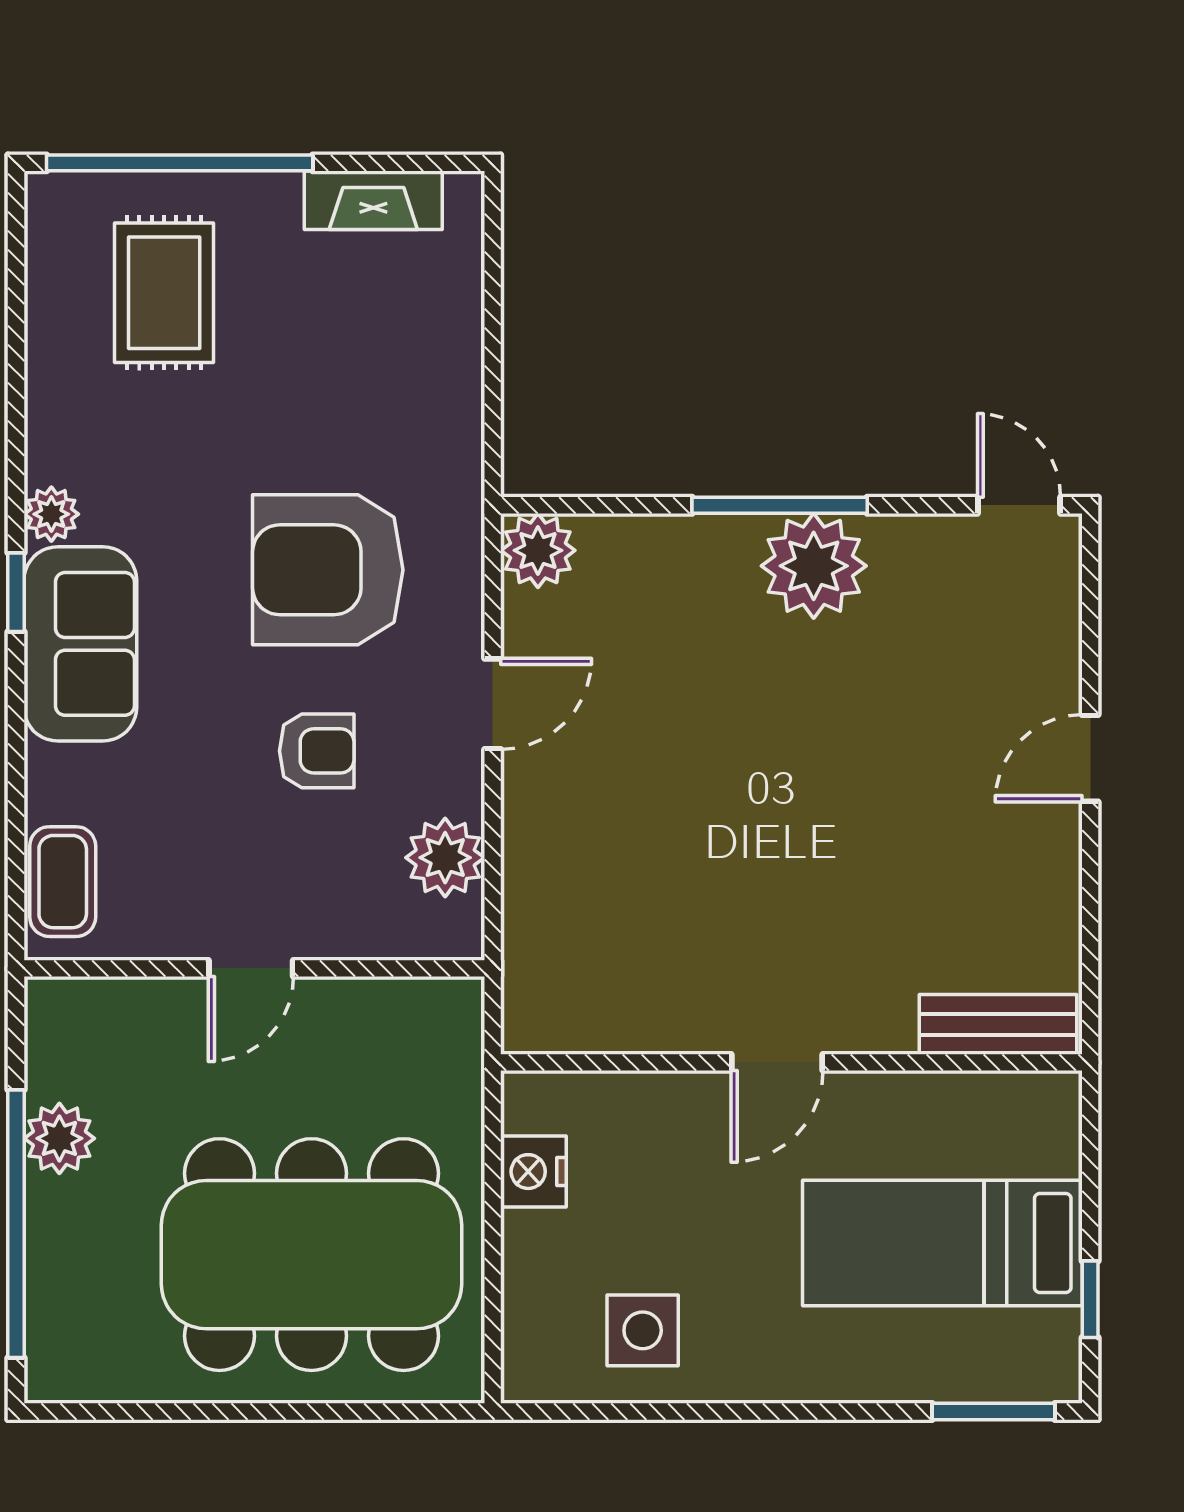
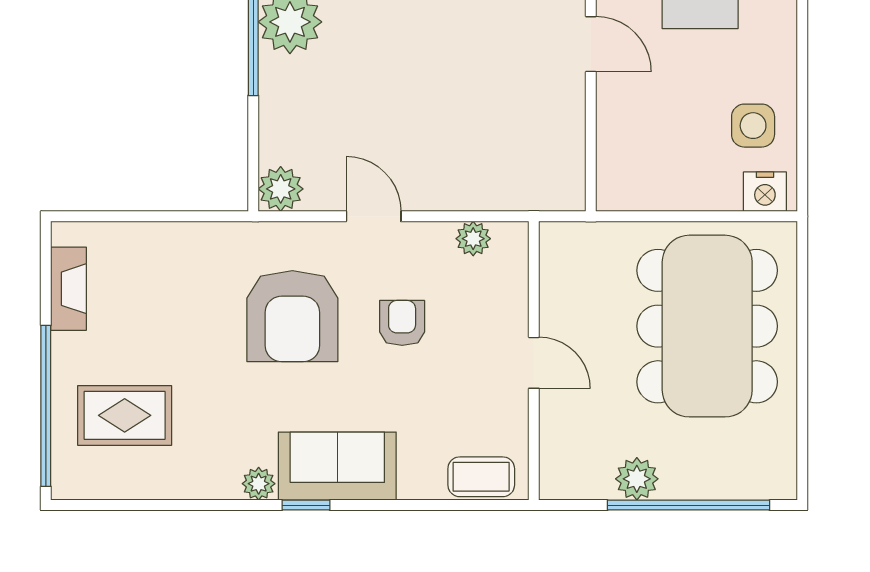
plant: (445, 858) -> (473, 239), width x0.73, depth x0.73
nightstand: (533, 1172) -> (765, 192), moved

